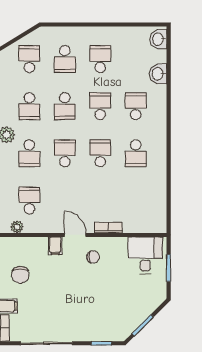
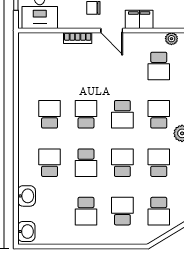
school desk: (136, 106) -> (50, 163), turned 180
school desk: (100, 153) -> (86, 114), turned 180
filing cabinet: (55, 246) -> (139, 19), width x2.00

